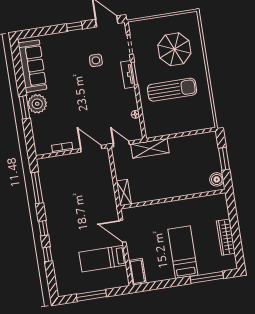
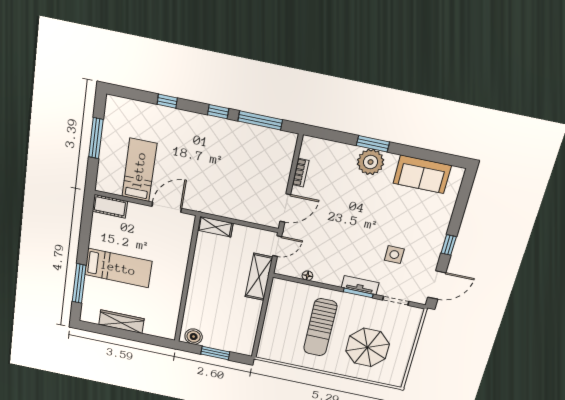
sofa: (32, 66) -> (422, 174), width x0.73
window: (43, 228) -> (218, 112), moved

